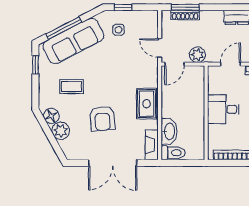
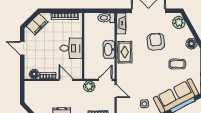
door: (231, 64) -> (66, 80), swing flipped
plant: (61, 131) -> (179, 22), moved
washbasin: (169, 131) -> (109, 50), moved

